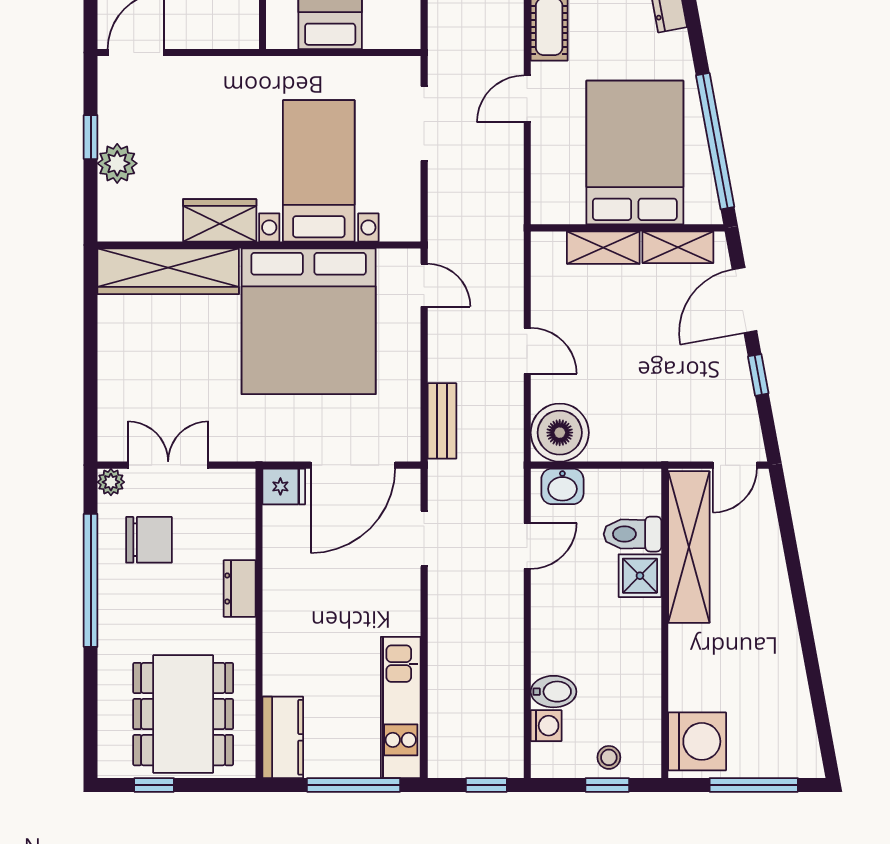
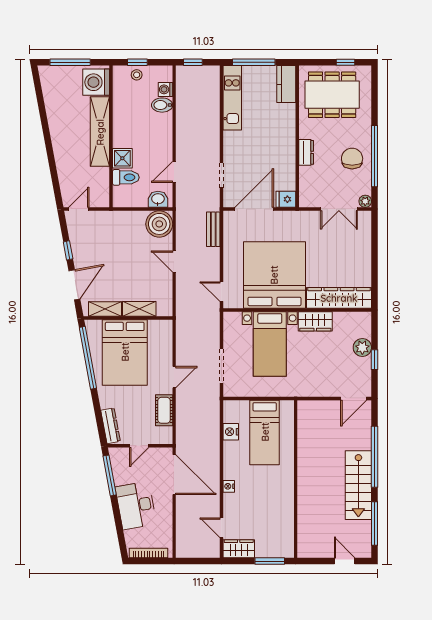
chair: (149, 540) -> (352, 159), moved, turned 90
shelving: (689, 547) -> (100, 132), moved
dining table: (183, 714) -> (332, 95), turned 90

